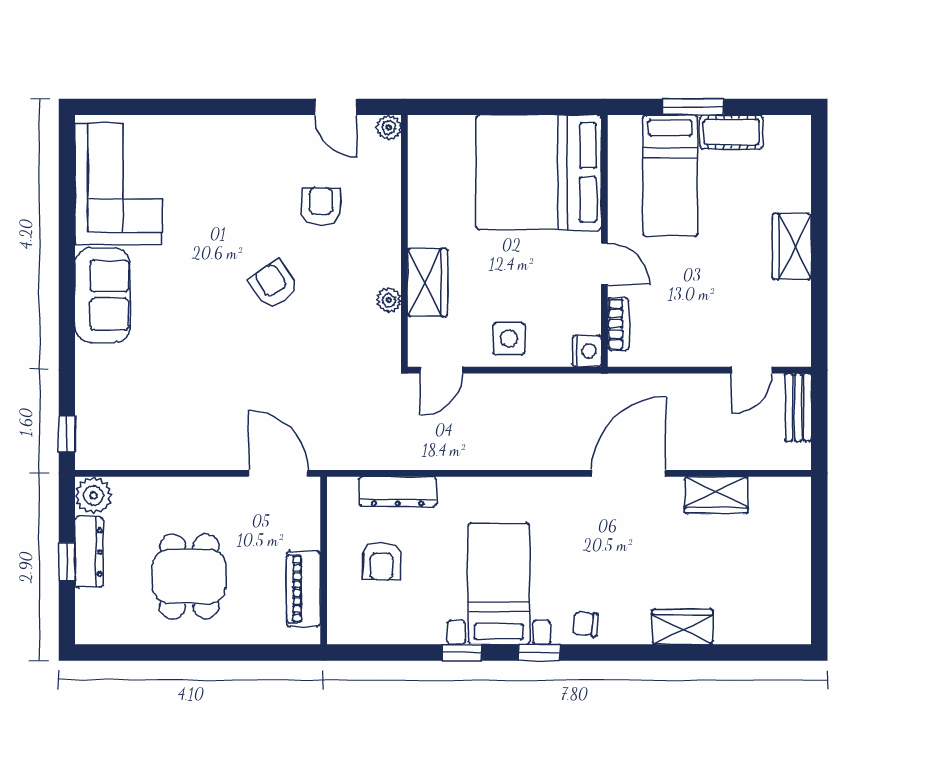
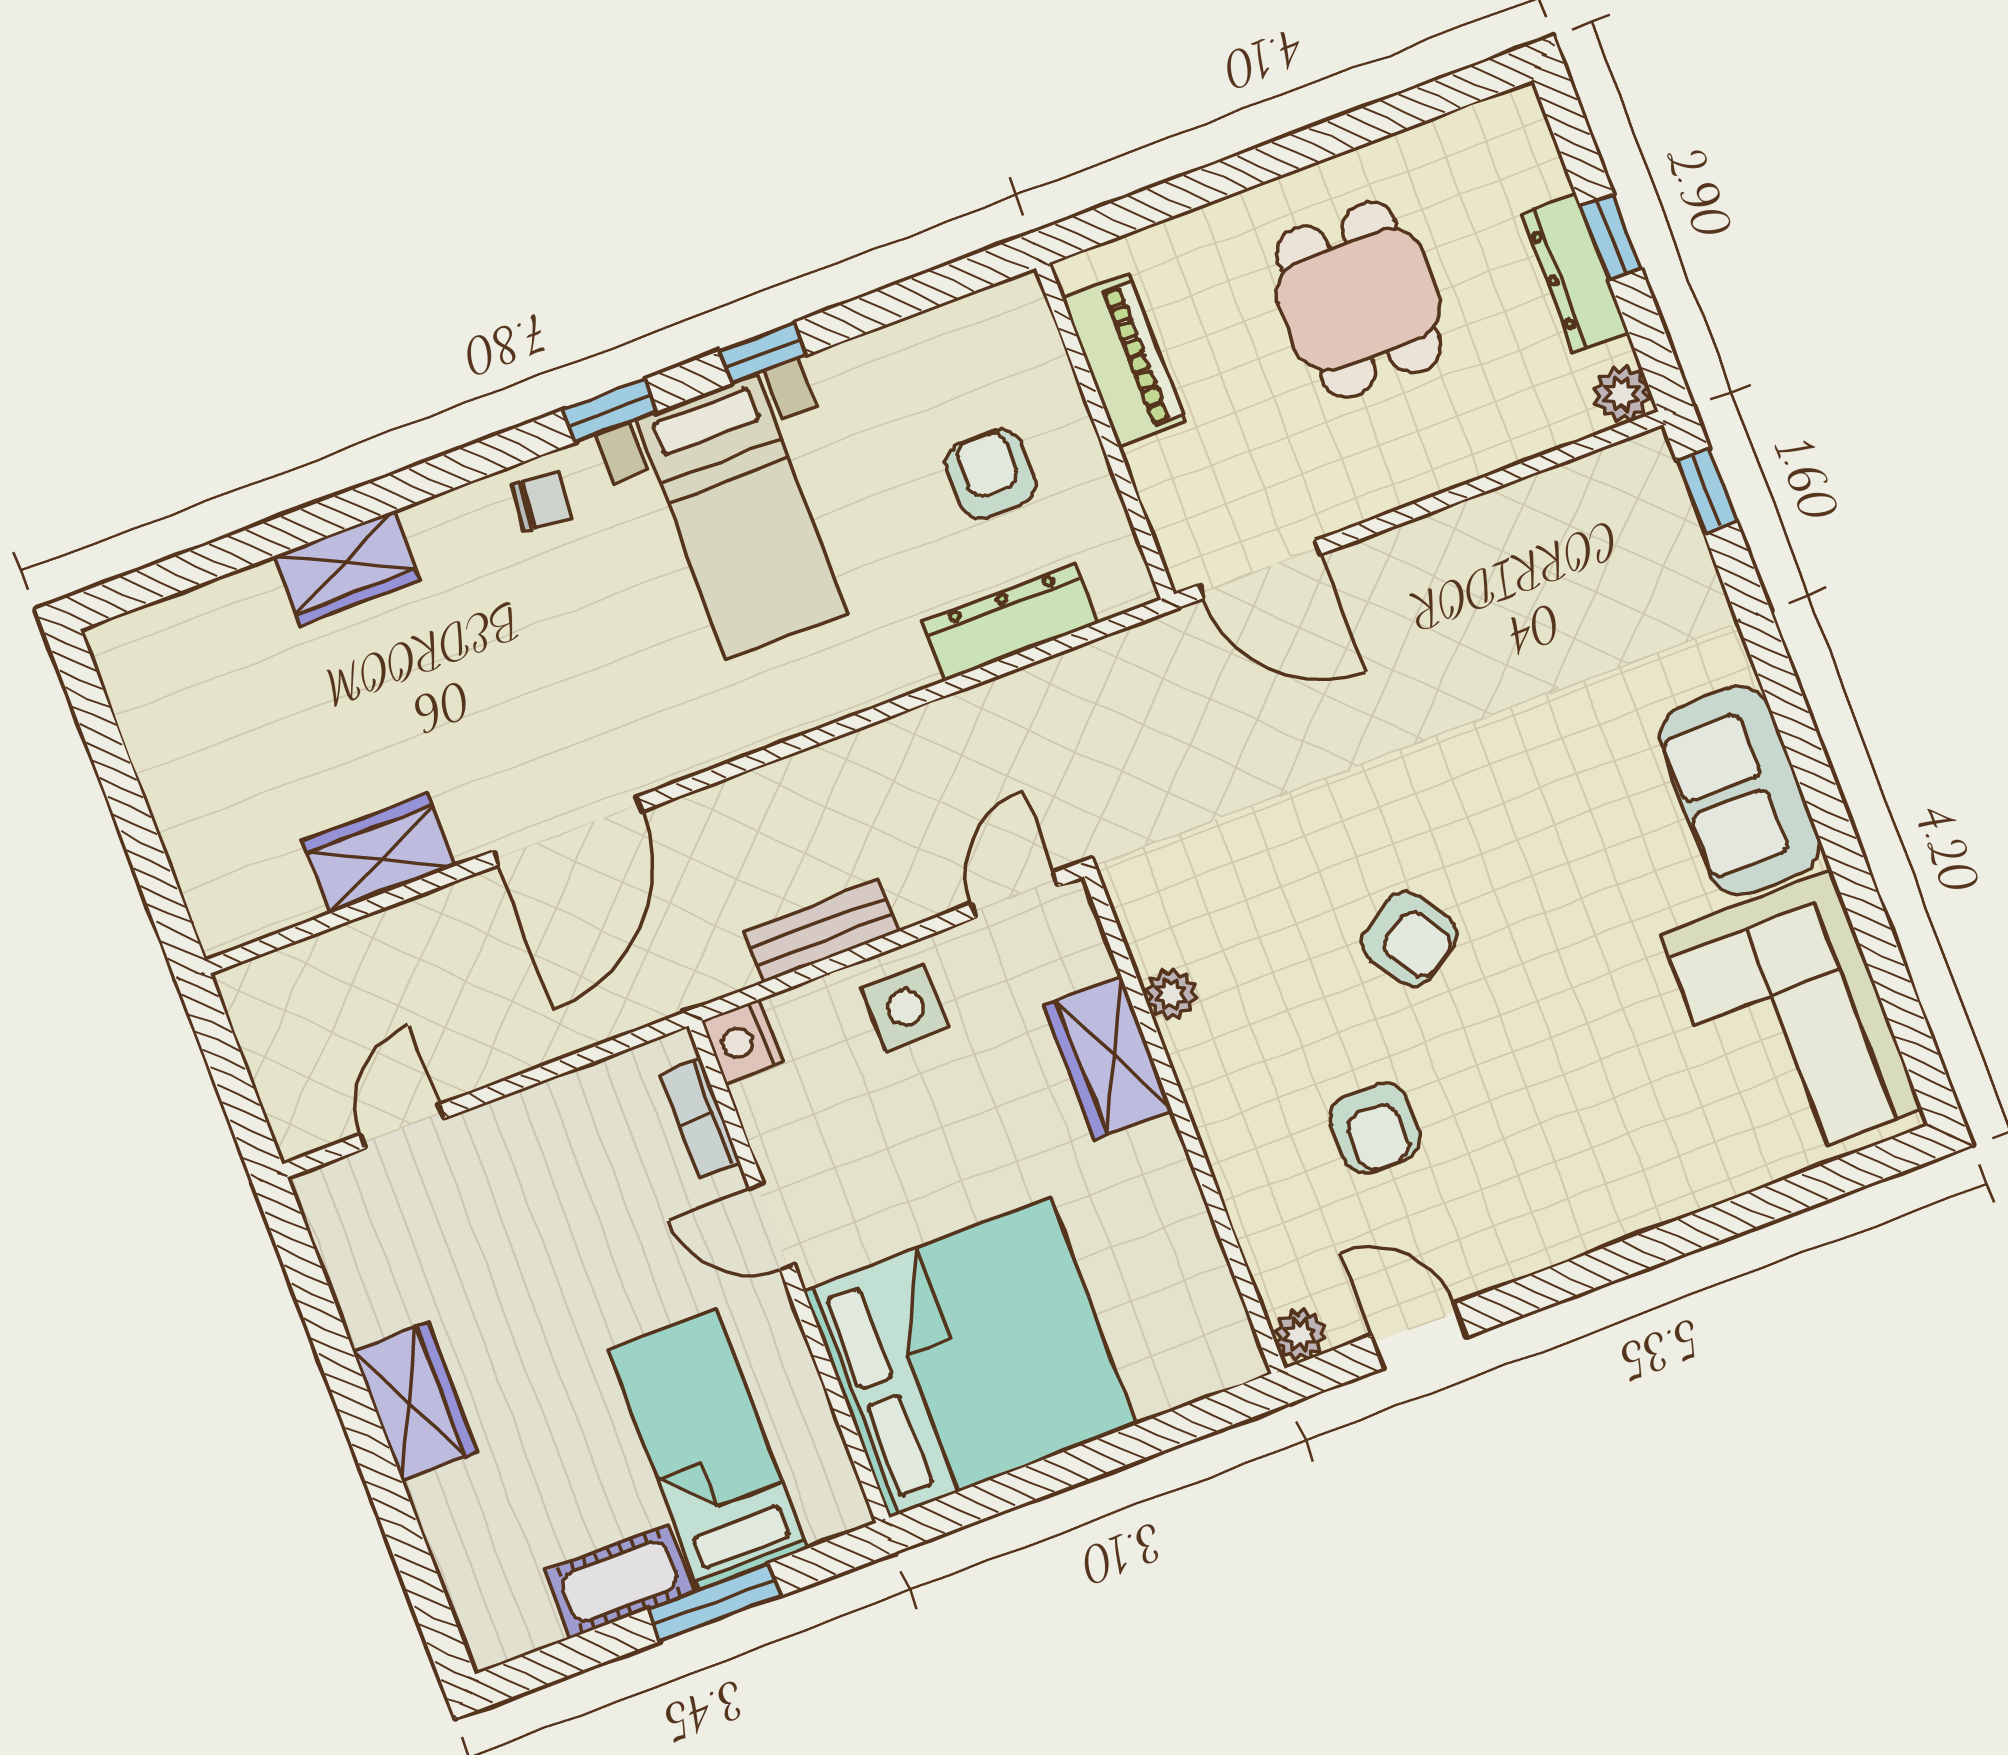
bench: (798, 407) -> (821, 931), moved, turned 90
plant: (93, 496) -> (1622, 394), width x0.73, depth x0.73

